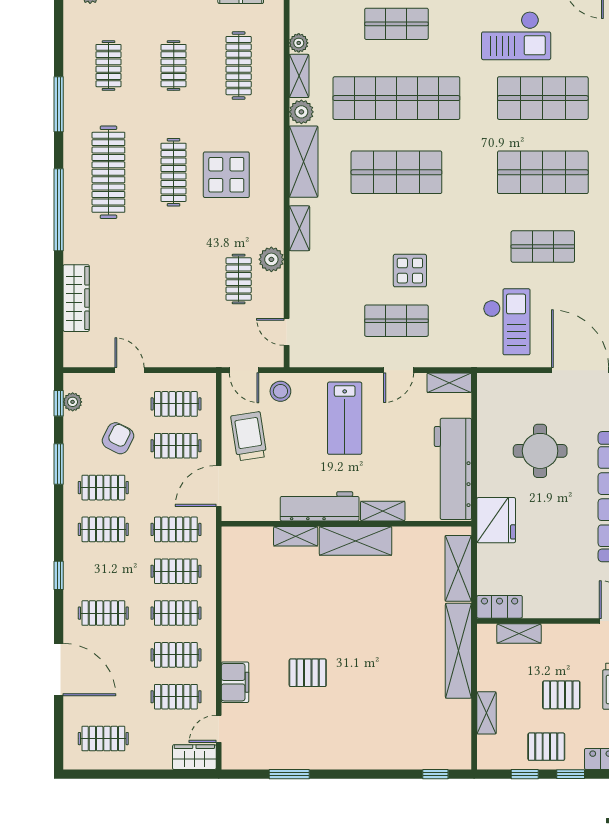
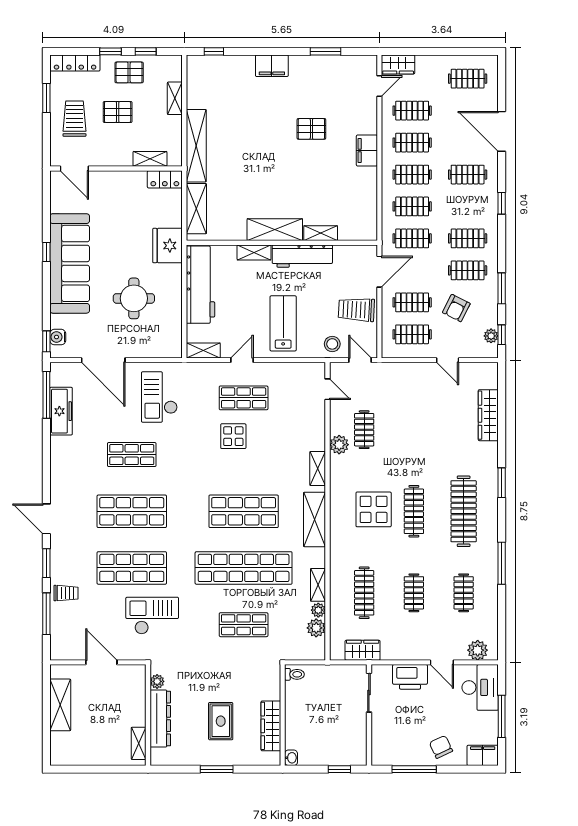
plant: (301, 112) -> (316, 628), moved
window: (59, 210) -> (502, 483), width x0.47
trolley: (249, 436) -> (356, 310), turned 102
filing cabinet: (235, 682) -> (367, 150), moved
filing cabinet: (359, 755) -> (272, 66), added

